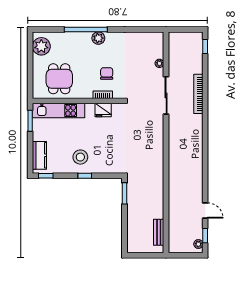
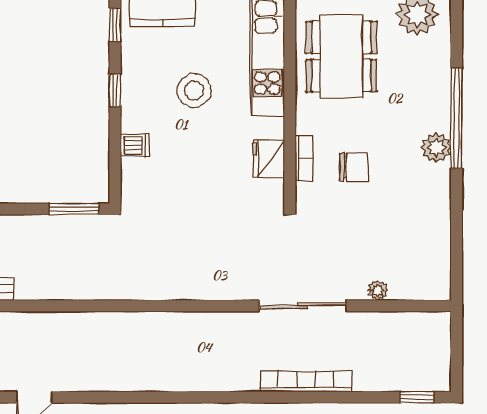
dining table: (59, 79) -> (341, 57), width x1.38
stool: (80, 157) -> (194, 90), moved
dishwasher: (97, 167) -> (135, 145), added
window: (85, 176) -> (115, 91), moved

